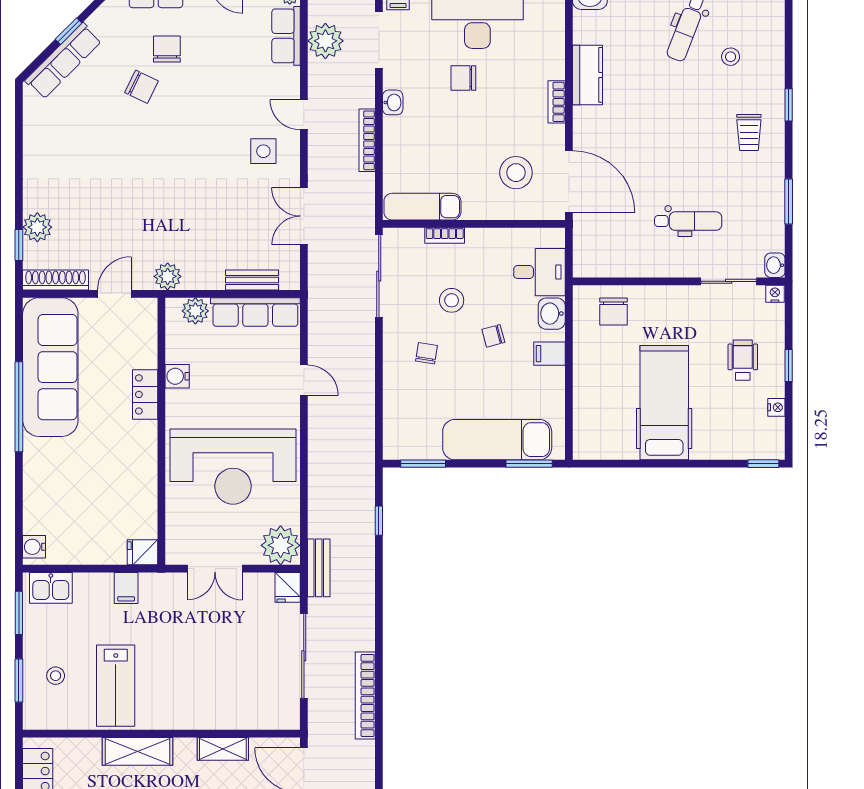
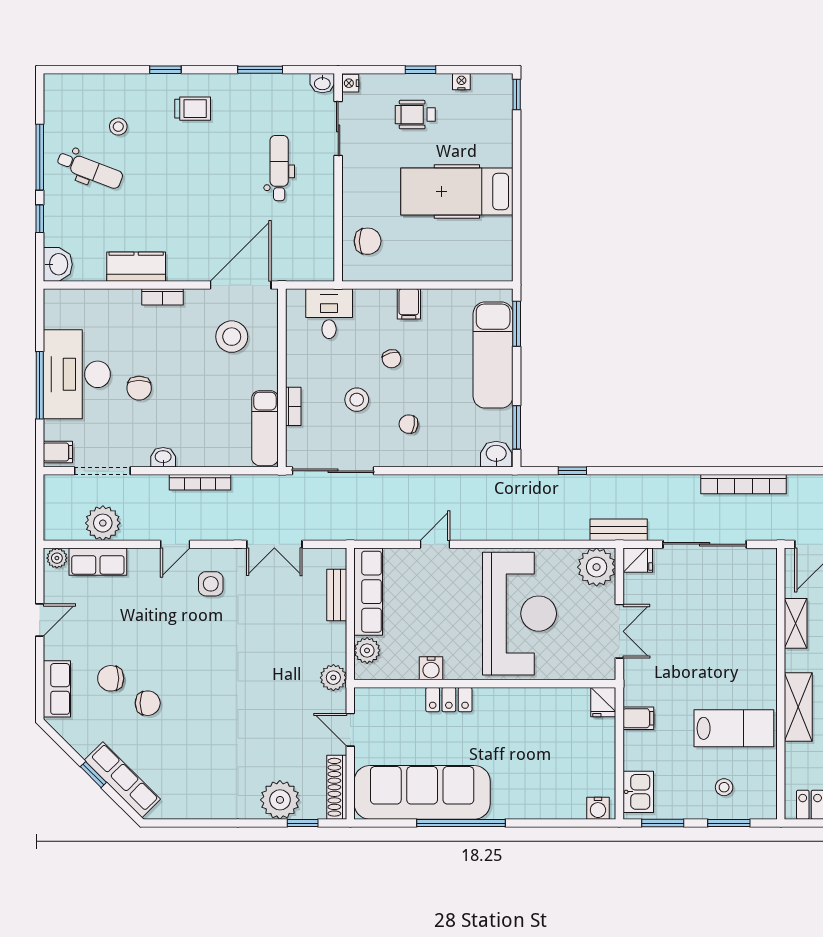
chair: (141, 87) -> (148, 703), turned 64
plant: (37, 227) -> (280, 800), width x1.36, depth x1.36
washbasin: (552, 314) -> (496, 454), moved, turned 180

